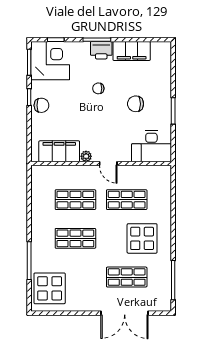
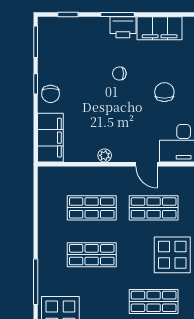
corner desk: (50, 61) -> (61, 40), removed
chair: (136, 104) -> (164, 92), turned 90
chair: (41, 105) -> (51, 94), turned 90
filing cabinet: (59, 151) -> (50, 138), moved, turned 90
door: (108, 163) -> (147, 164), moved

